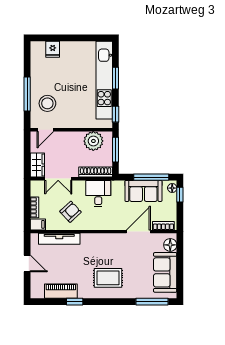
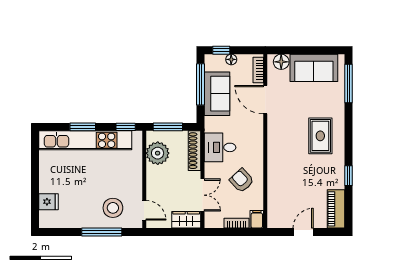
floor lamp: (172, 188) -> (231, 59), moved
tv unit: (59, 239) -> (274, 194), removed
piano: (61, 291) -> (336, 209), moved

